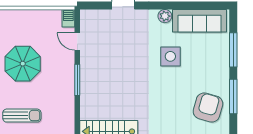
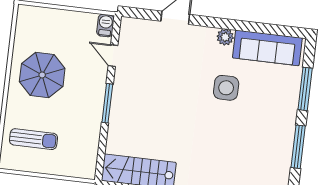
armchair: (208, 107) -> (265, 157), removed

